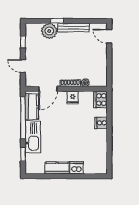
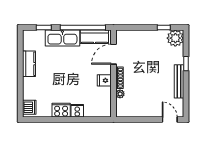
plant: (49, 31) -> (175, 38), moved
door: (109, 36) -> (170, 120), hinge flipped
door: (23, 66) -> (138, 27), removed
door: (48, 89) -> (113, 54), hinge flipped
cooker: (101, 100) -> (61, 110), moved
dishwasher: (77, 168) -> (29, 107), moved

